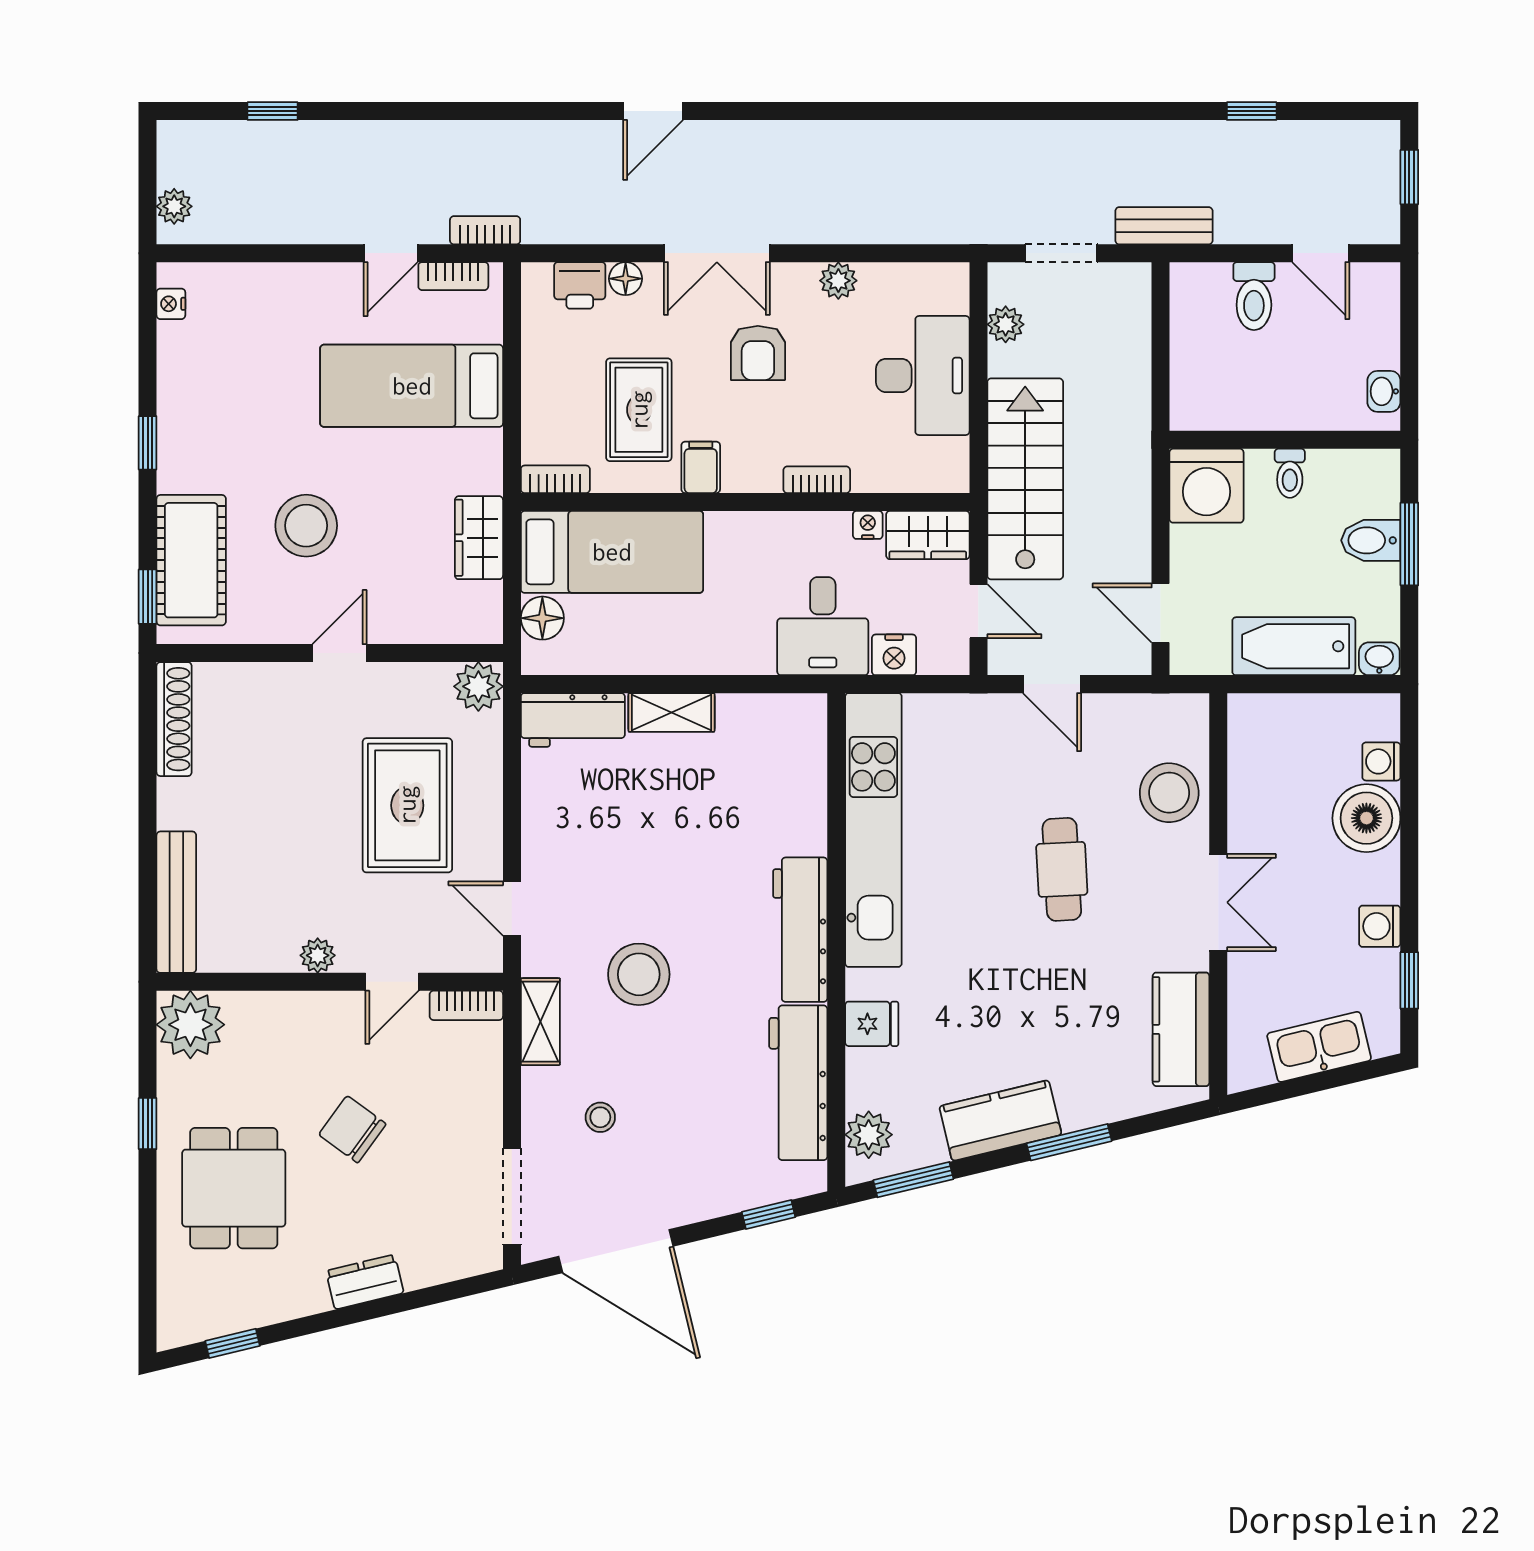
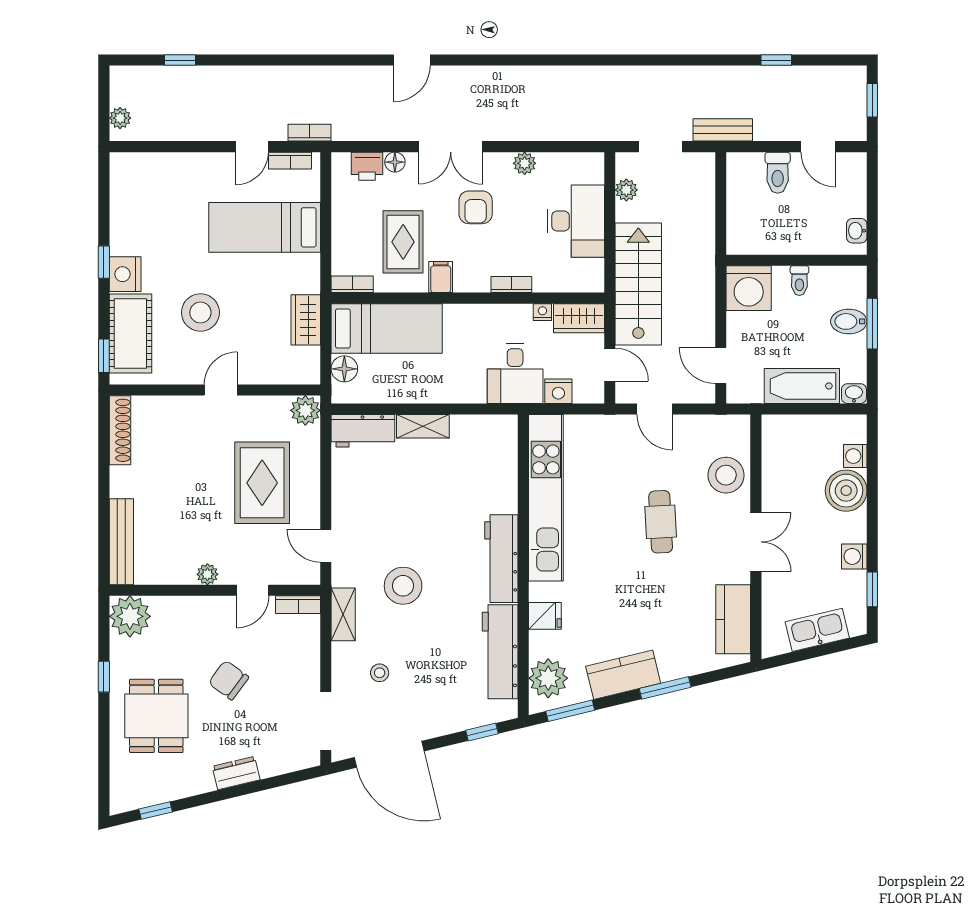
nightstand: (171, 304) -> (125, 274), moved, width x1.89, depth x1.79
plant: (869, 1135) -> (548, 678), width x1.36, depth x1.36

